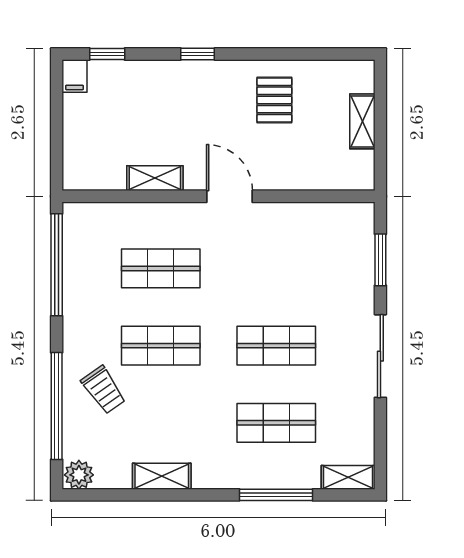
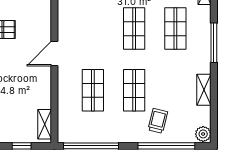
window: (57, 135) -> (22, 146), added
shelving: (155, 178) -> (45, 124), moved
trolley: (104, 390) -> (158, 121), turned -41
window: (276, 495) -> (214, 43), moved

